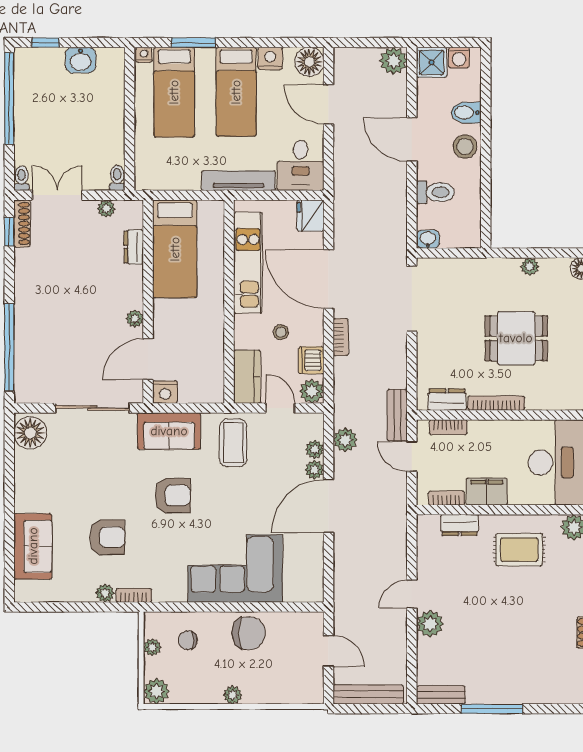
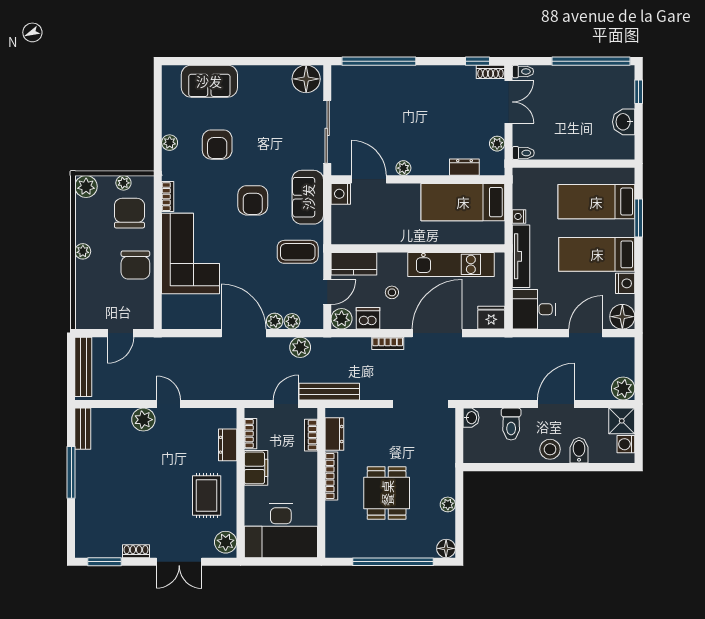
nightstand: (144, 55) -> (519, 216), moved, turned 180
shoe rack: (22, 223) -> (491, 72), width x0.70
bench: (397, 415) -> (329, 392), width x1.36
bookcase: (134, 595) -> (168, 197), moved
chair: (188, 640) -> (129, 213), width x1.87, depth x1.87

